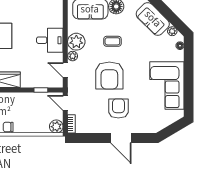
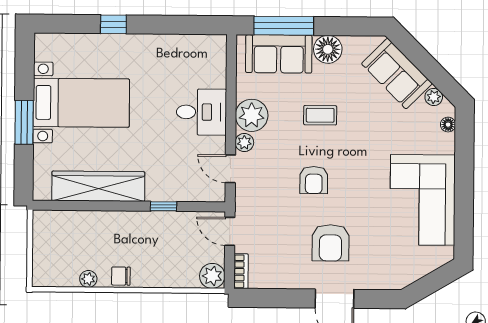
armchair: (109, 75) -> (314, 180), width x0.53, depth x0.53
window: (41, 90) -> (164, 206), moved
armchair: (118, 109) -> (330, 243), turned 180

